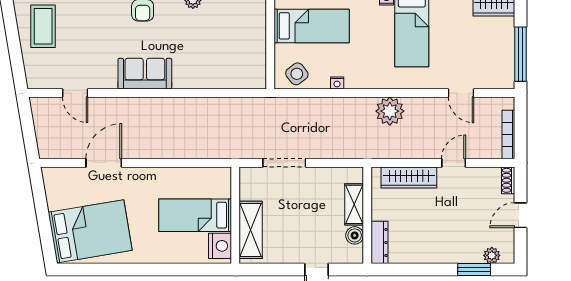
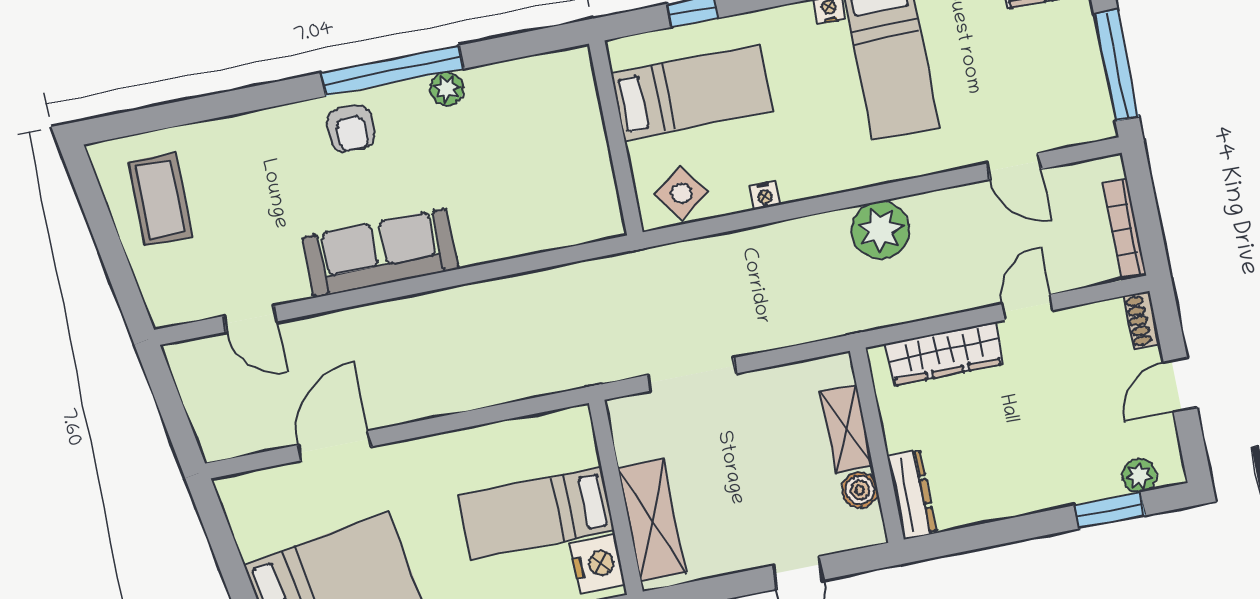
sofa: (145, 74) -> (381, 253), width x1.36

